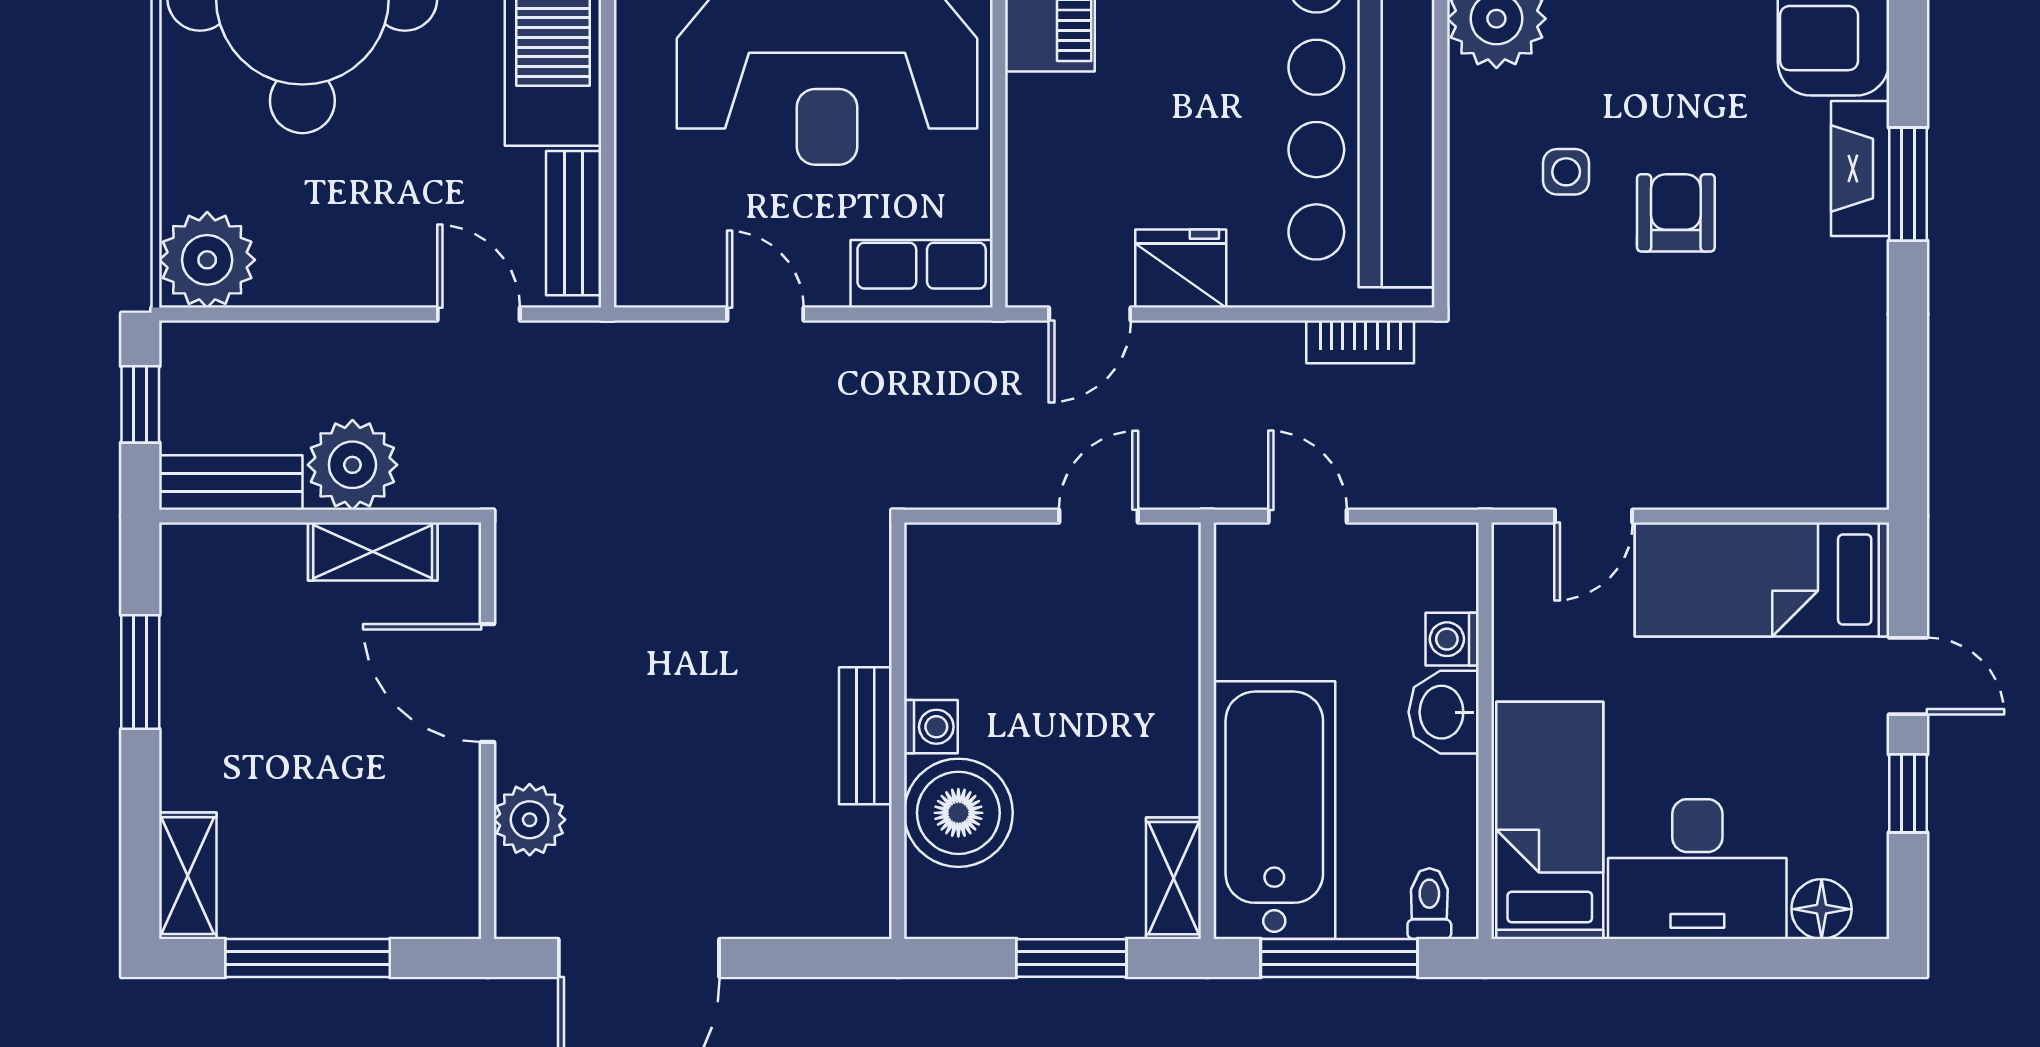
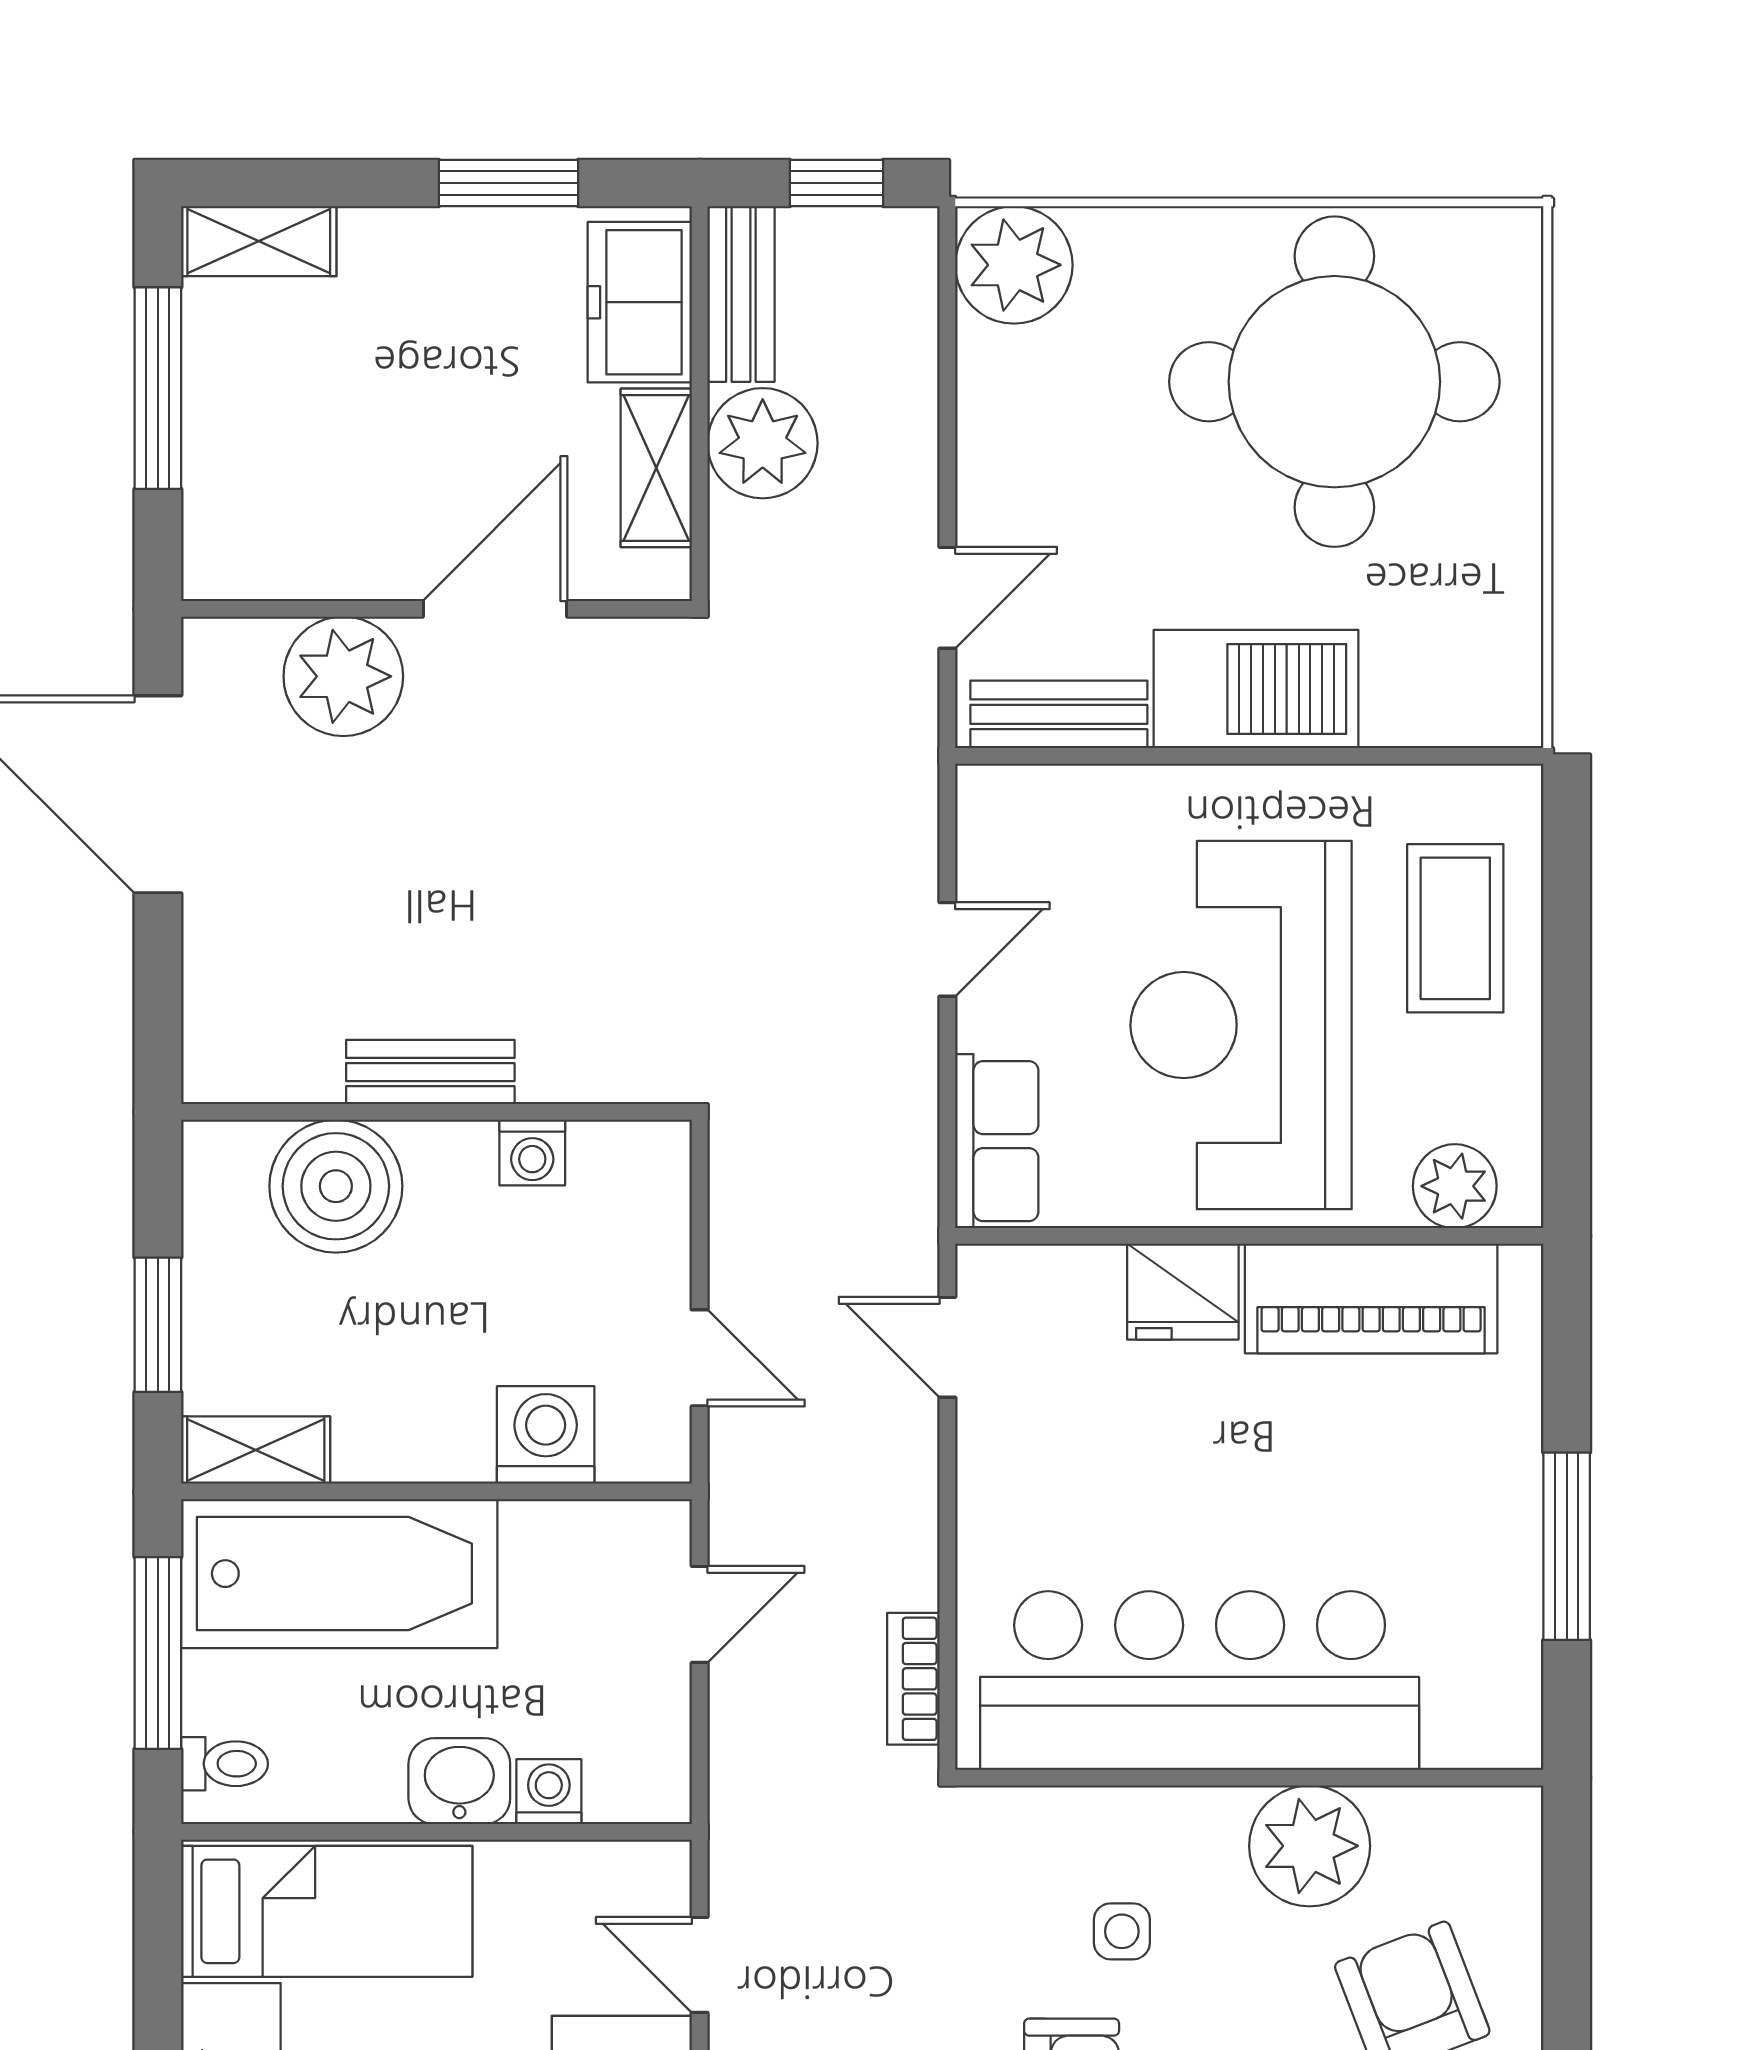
fridge: (1181, 269) -> (1183, 1292), moved, turned 90
freezer: (238, 565) -> (640, 302), added
washing machine: (1161, 642) -> (546, 1435), added
washing machine: (931, 727) -> (532, 1153), moved
plant: (530, 820) -> (343, 676), width x1.36, depth x1.36

